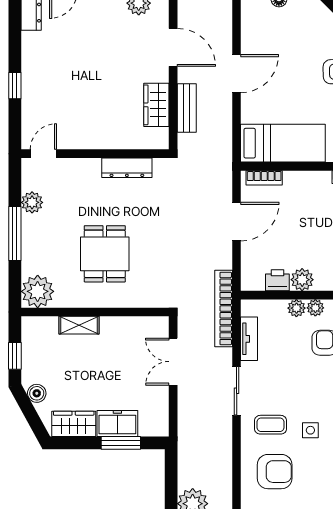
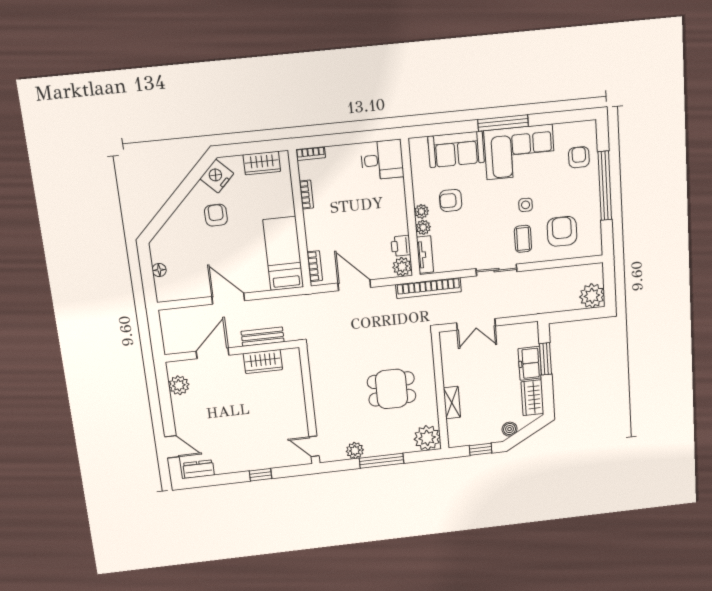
dresser: (127, 168) -> (318, 379), removed
plant: (302, 280) -> (402, 267), moved
tv unit: (249, 339) -> (425, 255), moved, turned 90

